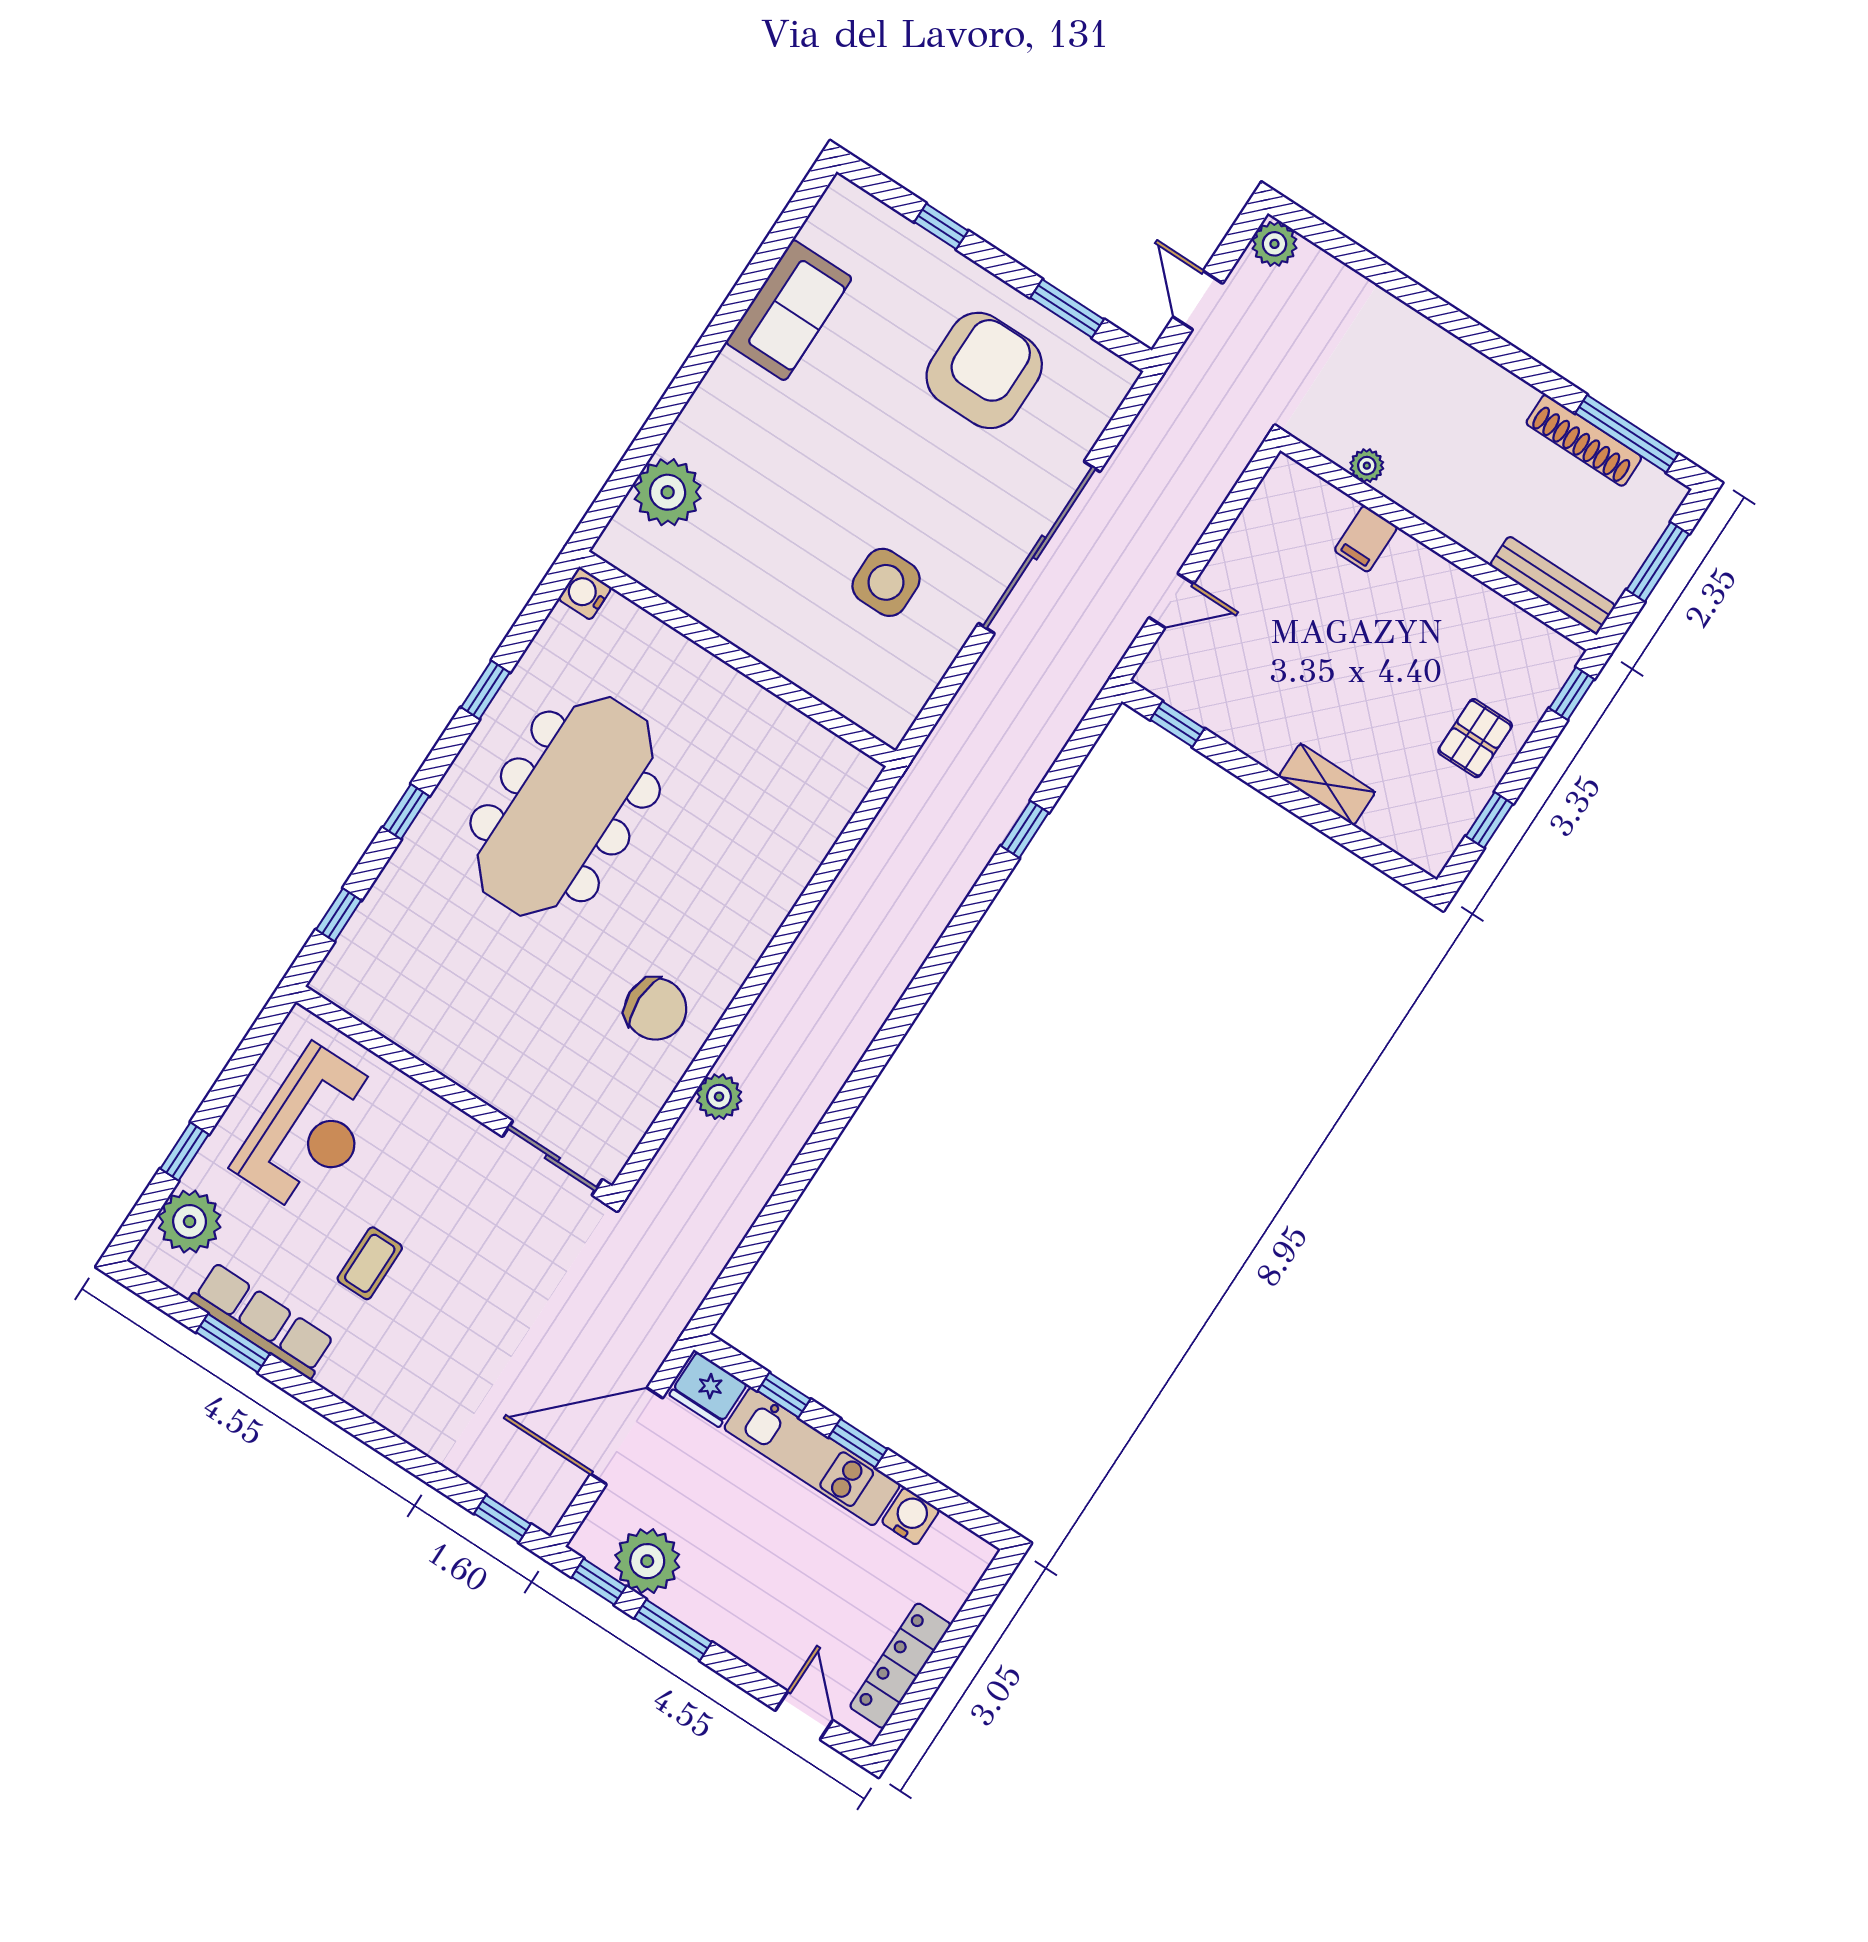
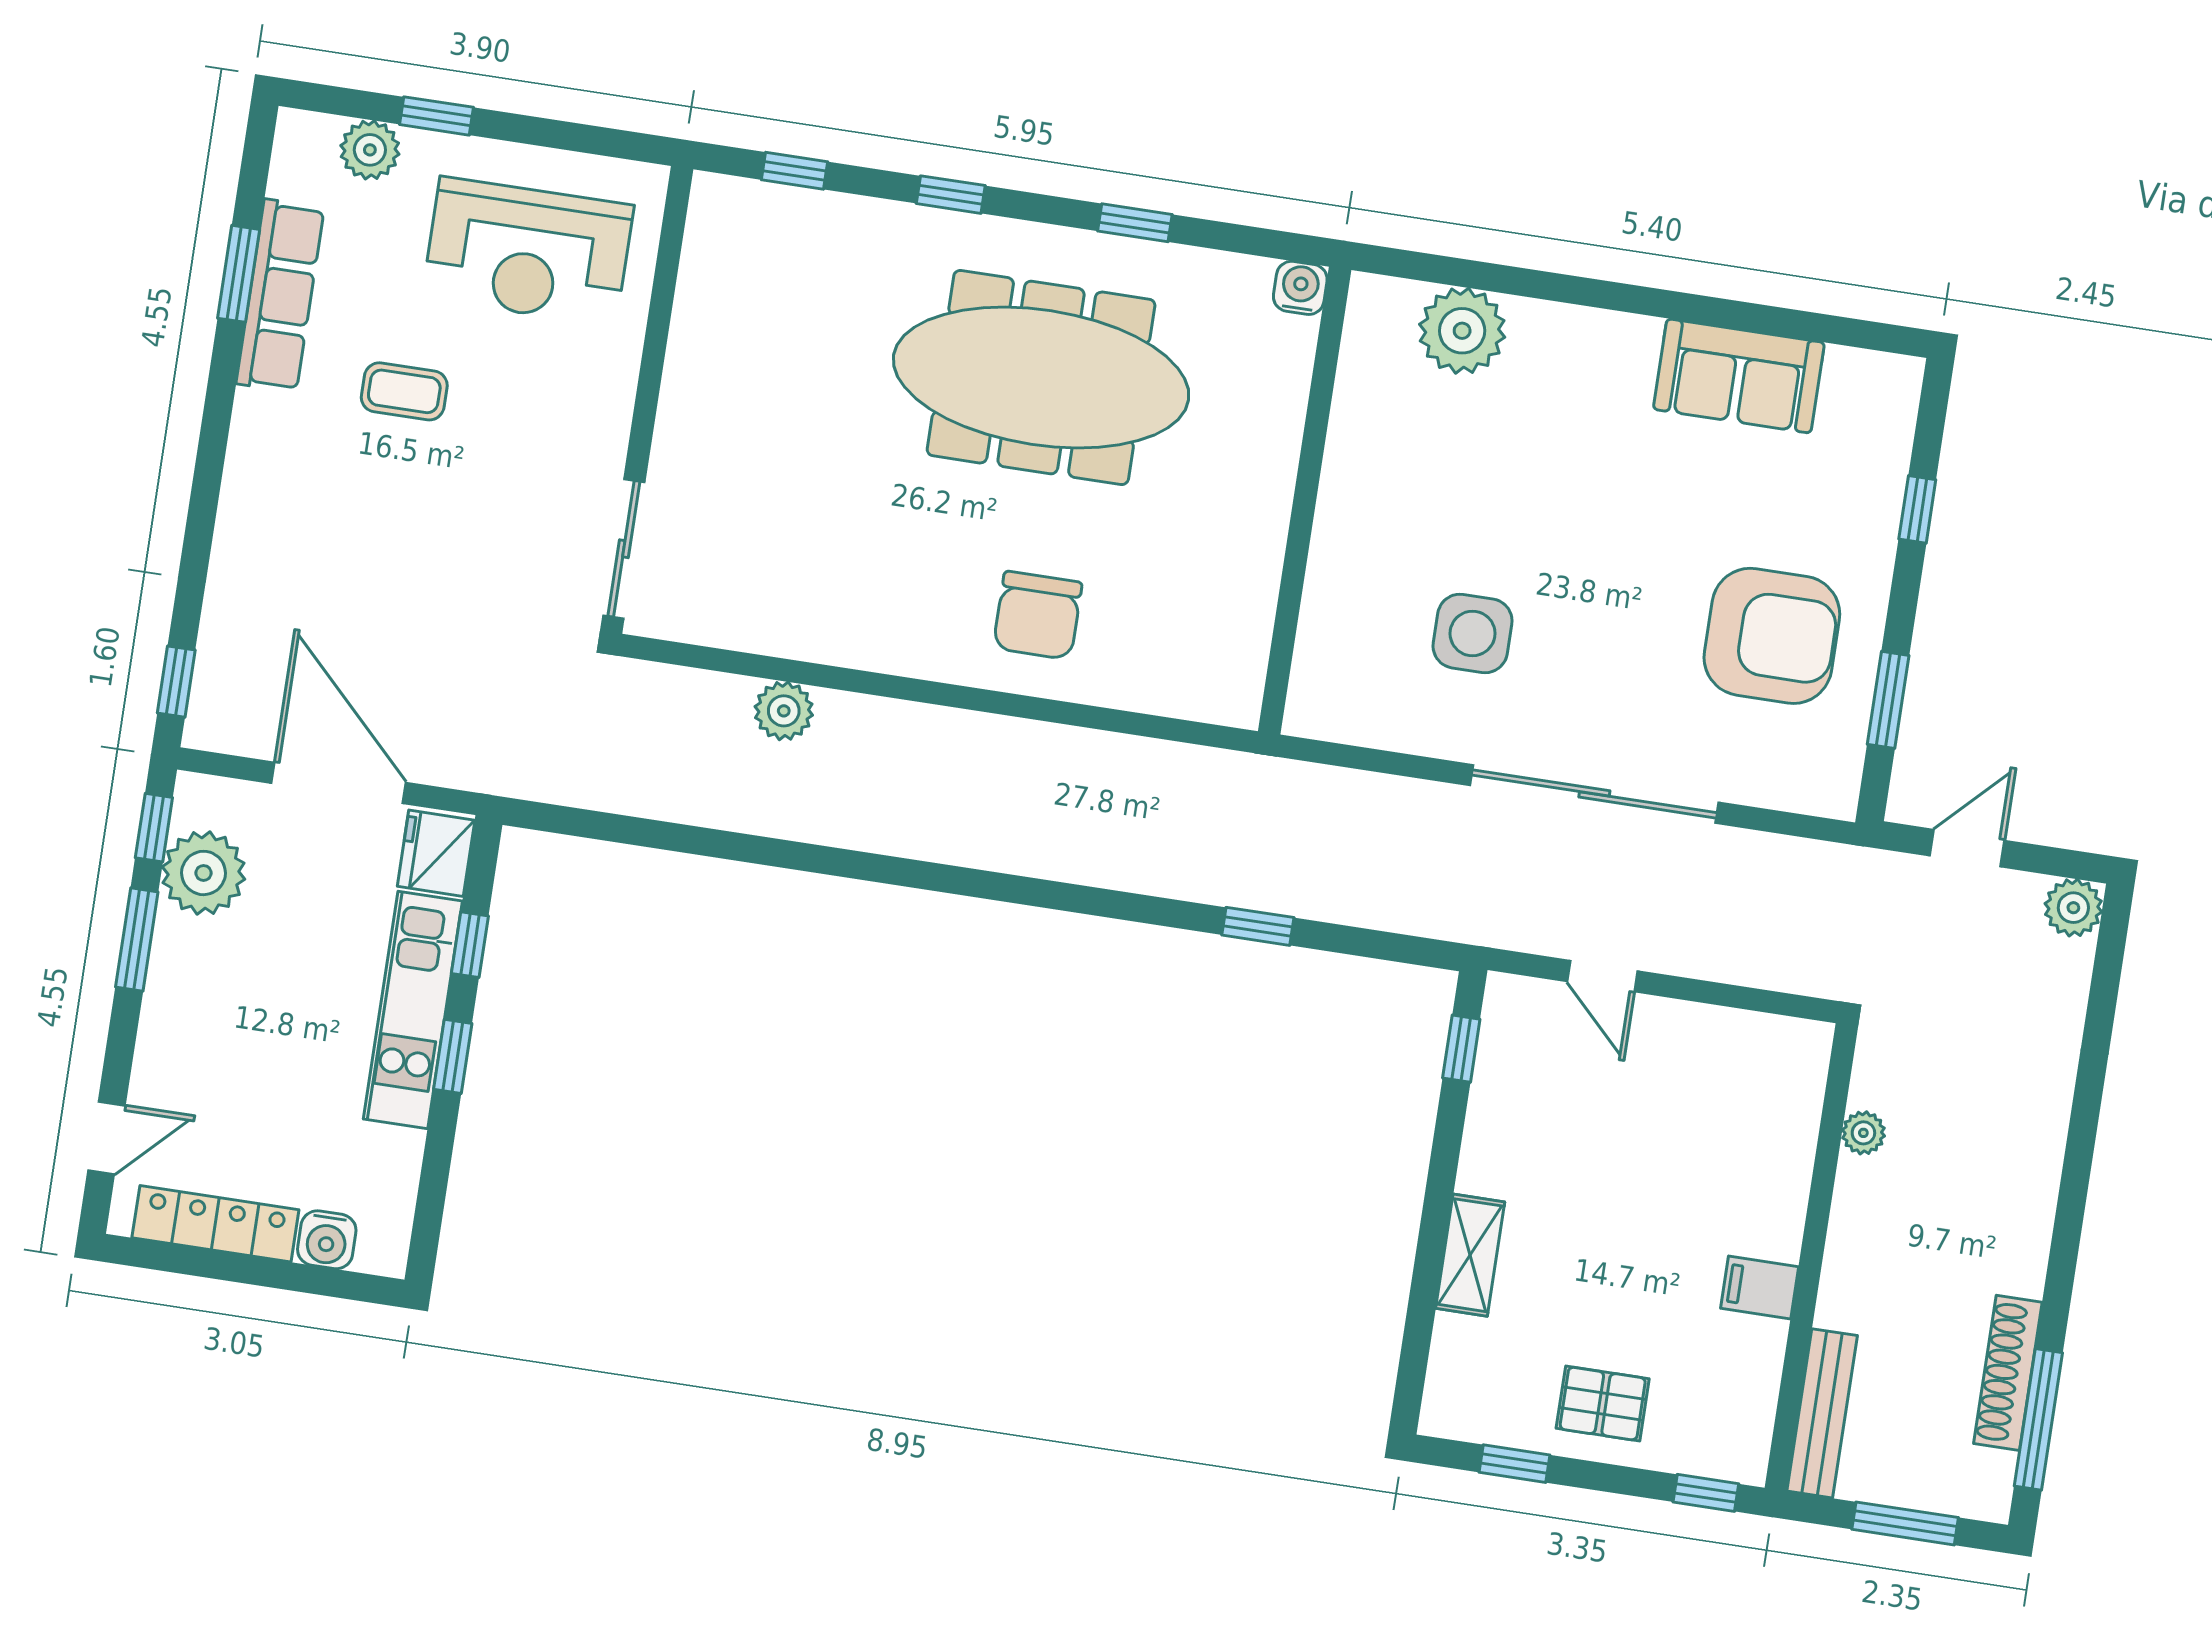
filing cabinet: (1366, 539) -> (1760, 1287), moved
chair: (656, 1009) -> (1038, 615), moved
plant: (190, 1222) -> (370, 150), width x0.73, depth x0.73
water cooler: (910, 1516) -> (327, 1240), moved, turned 90

